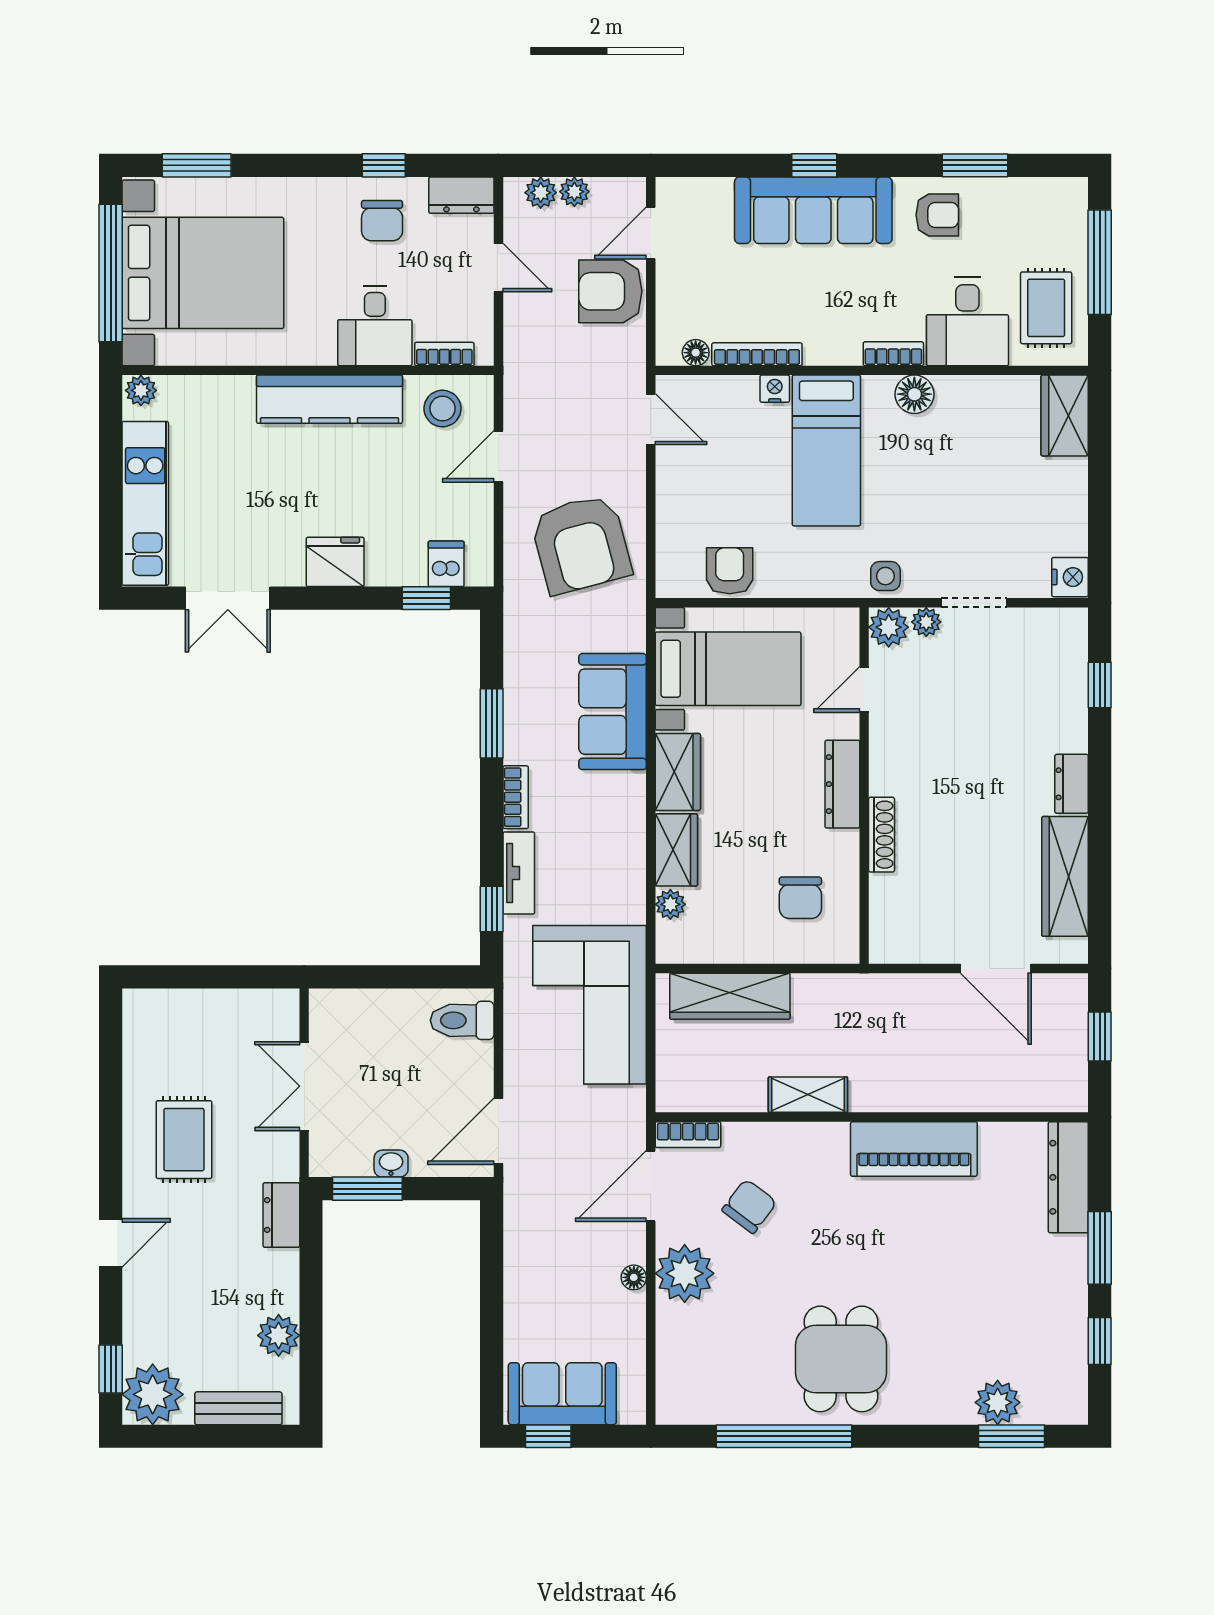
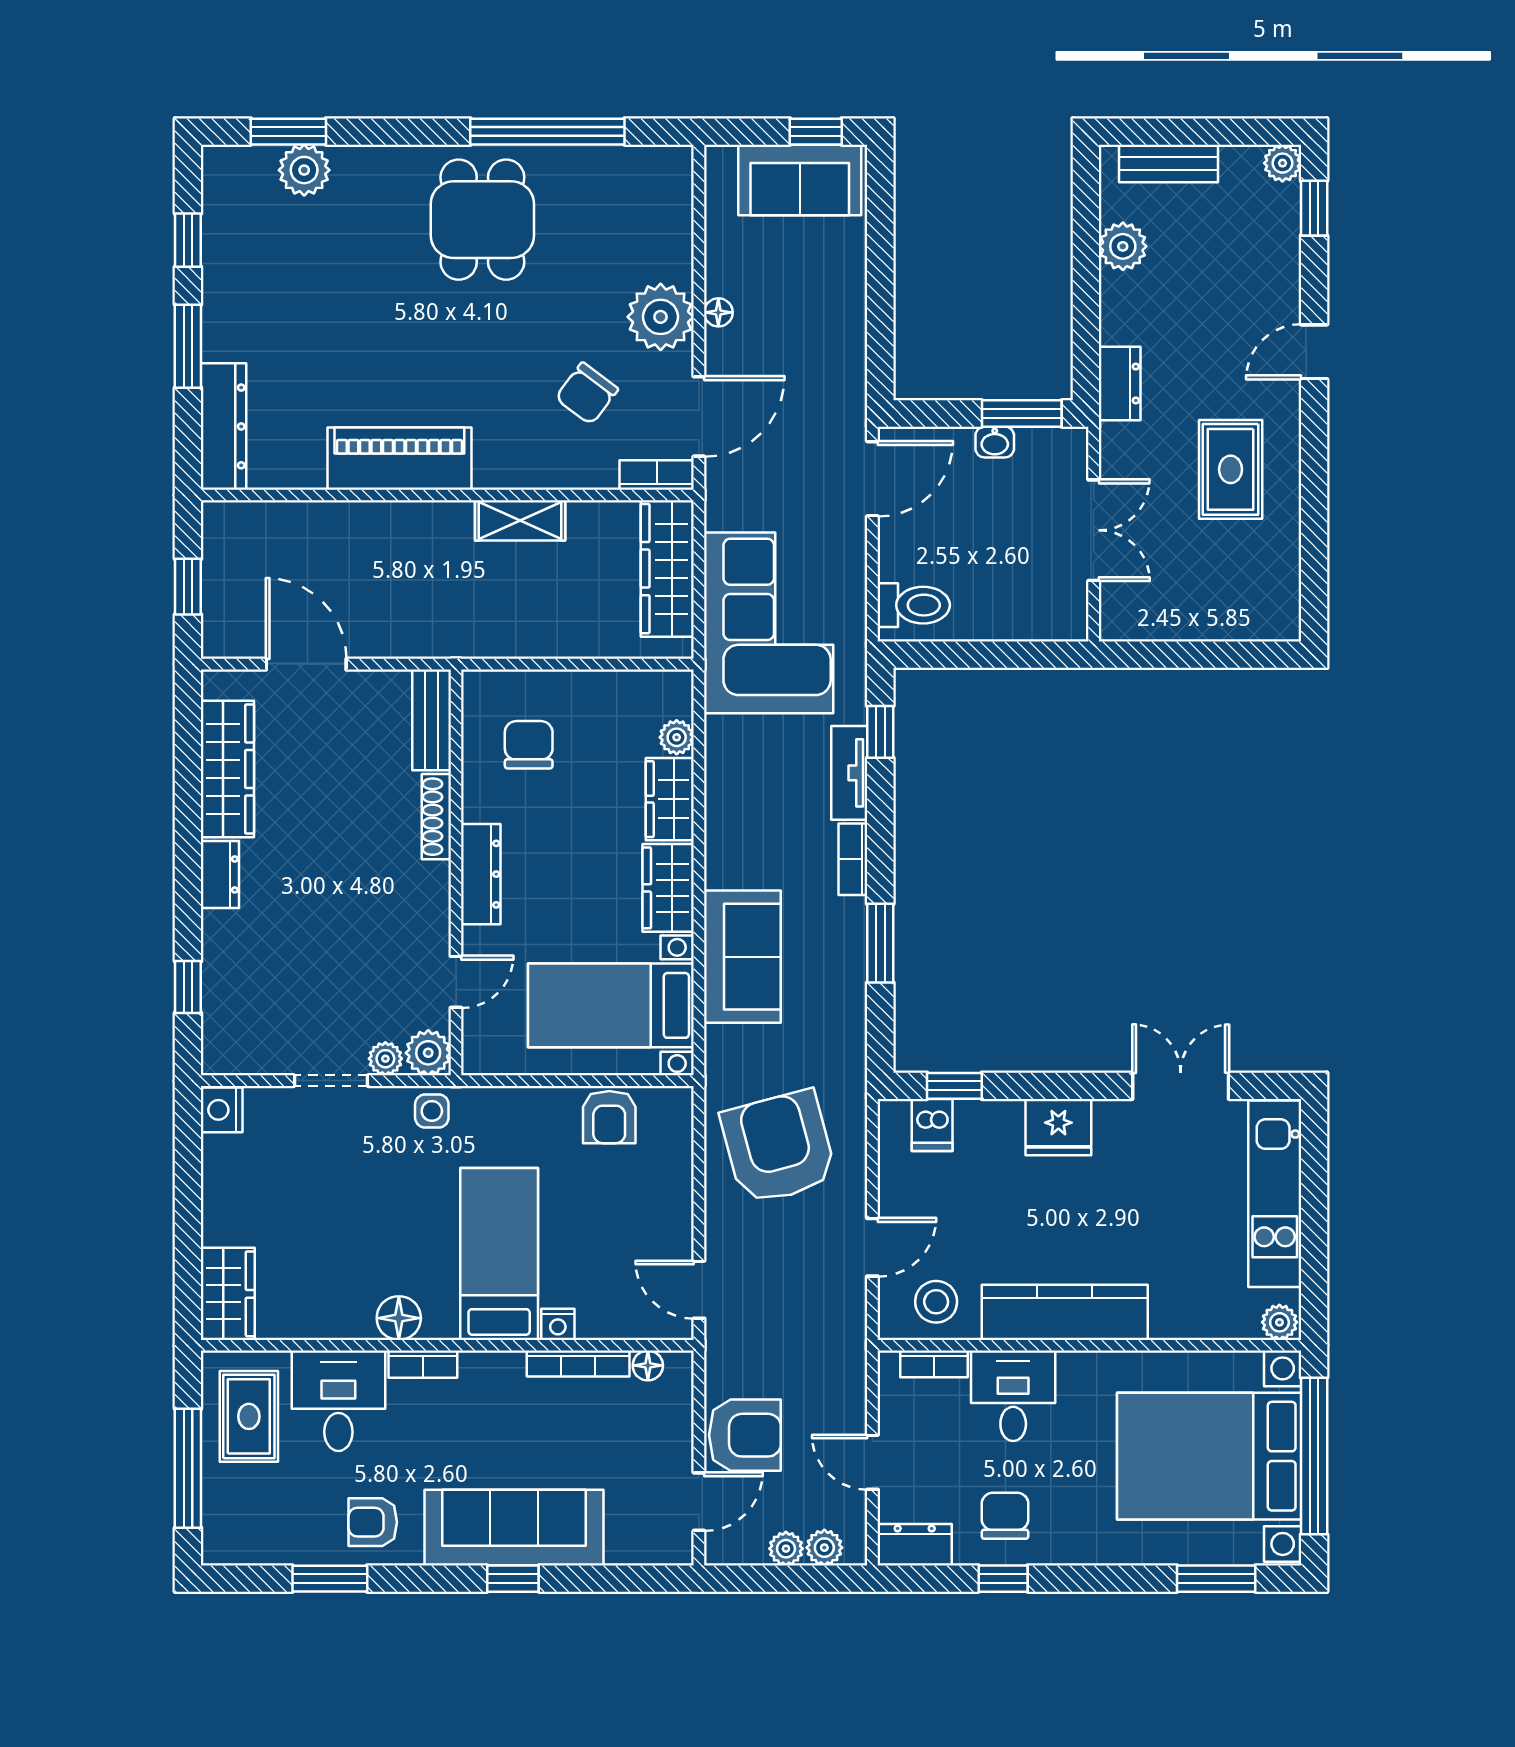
bench: (886, 920) -> (432, 720), added
wardrobe: (730, 996) -> (667, 569), moved, turned -90
plant: (153, 1394) -> (1282, 163), width x0.53, depth x0.53

